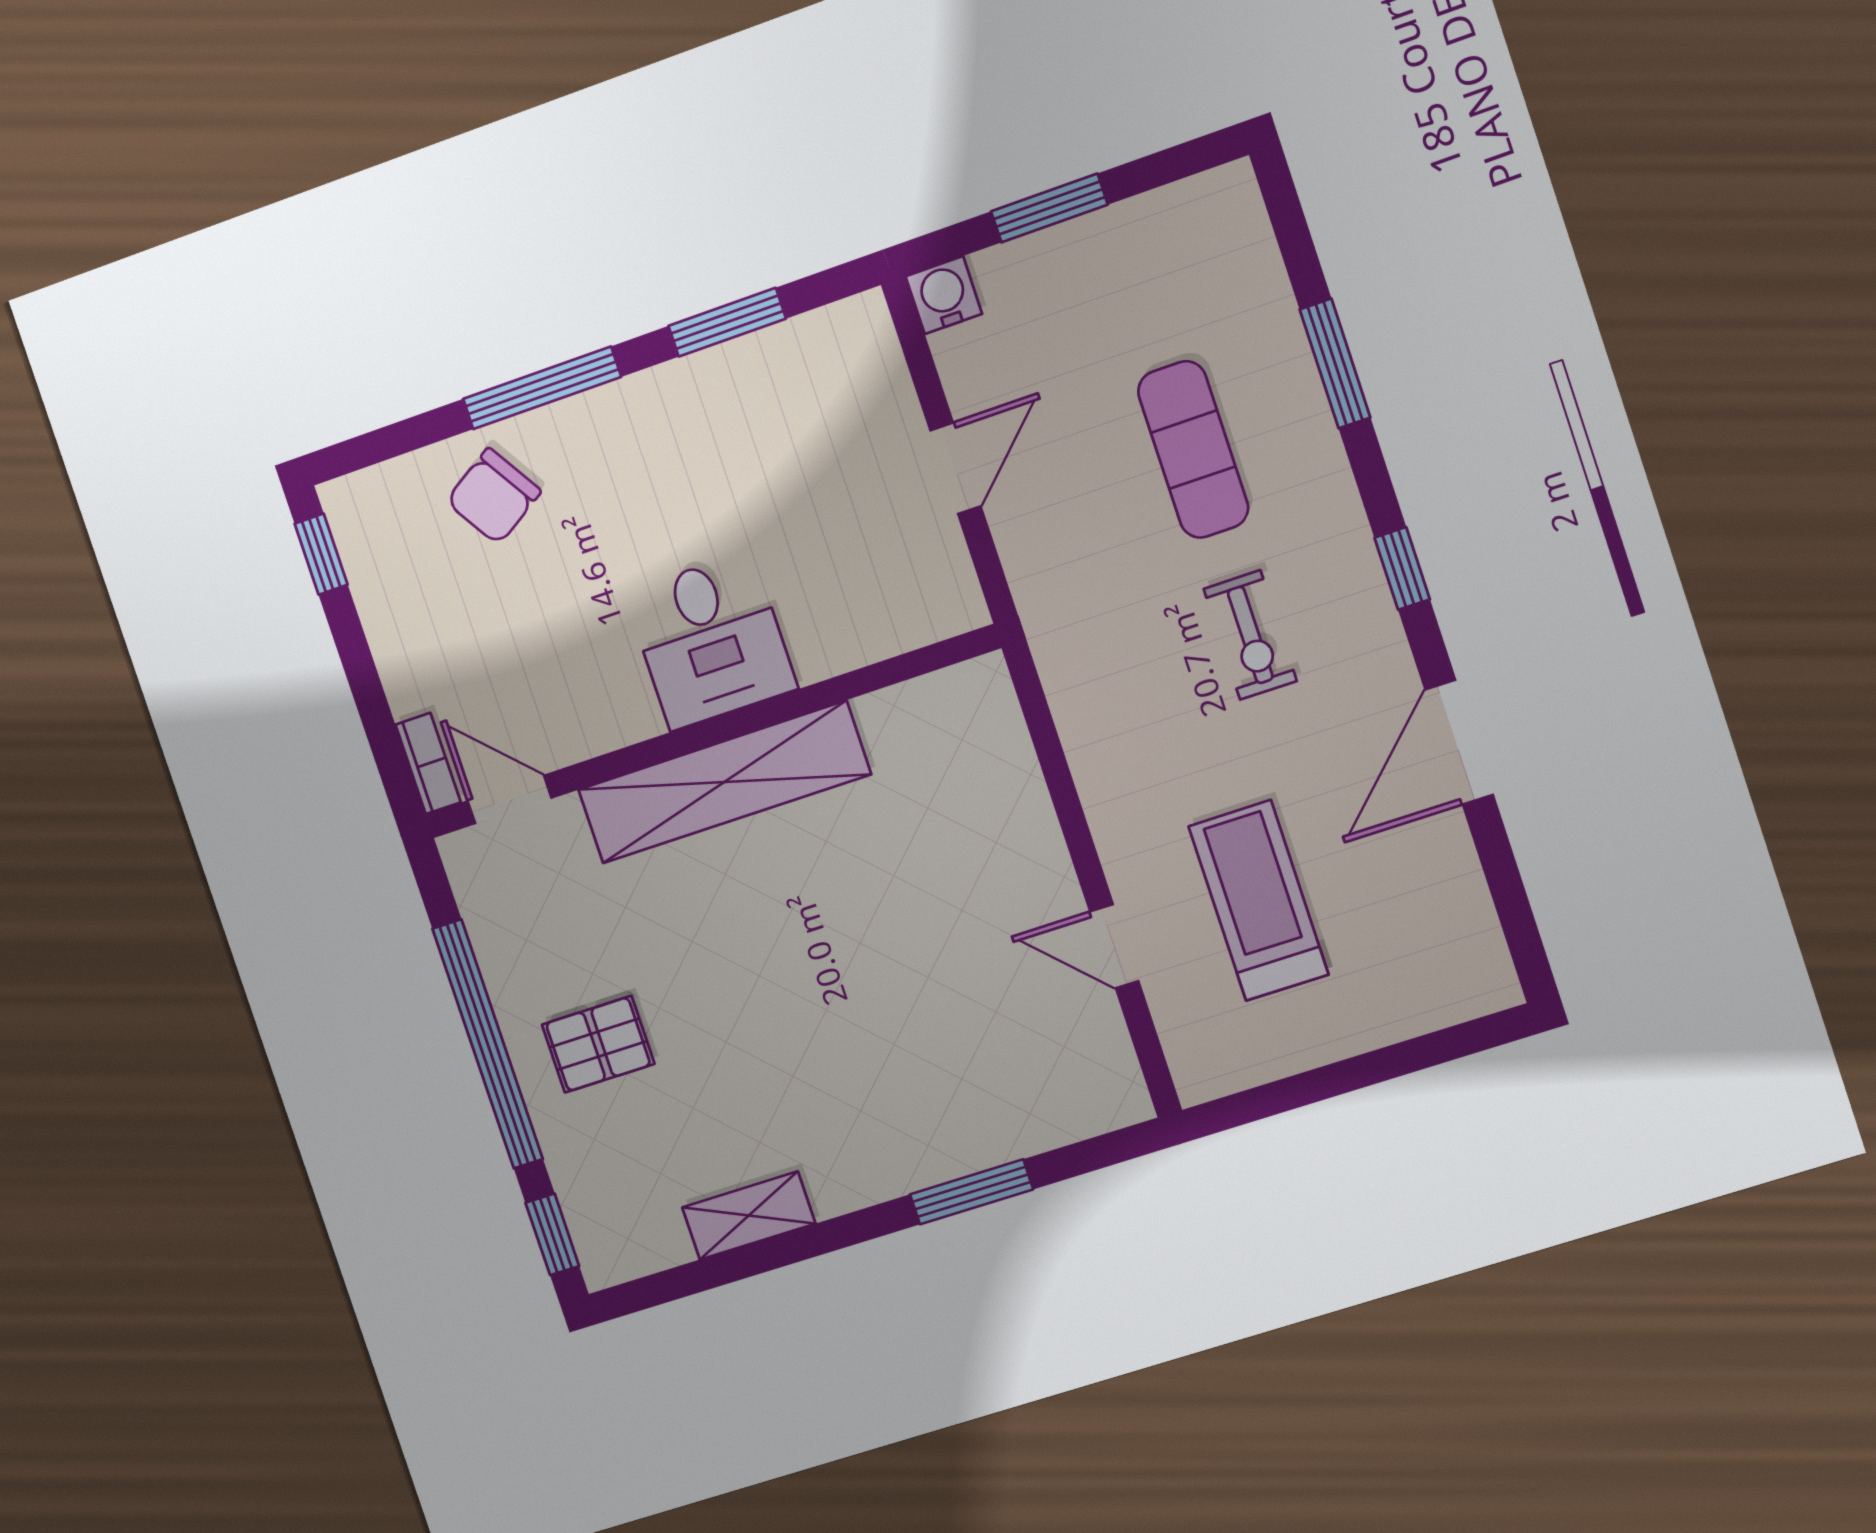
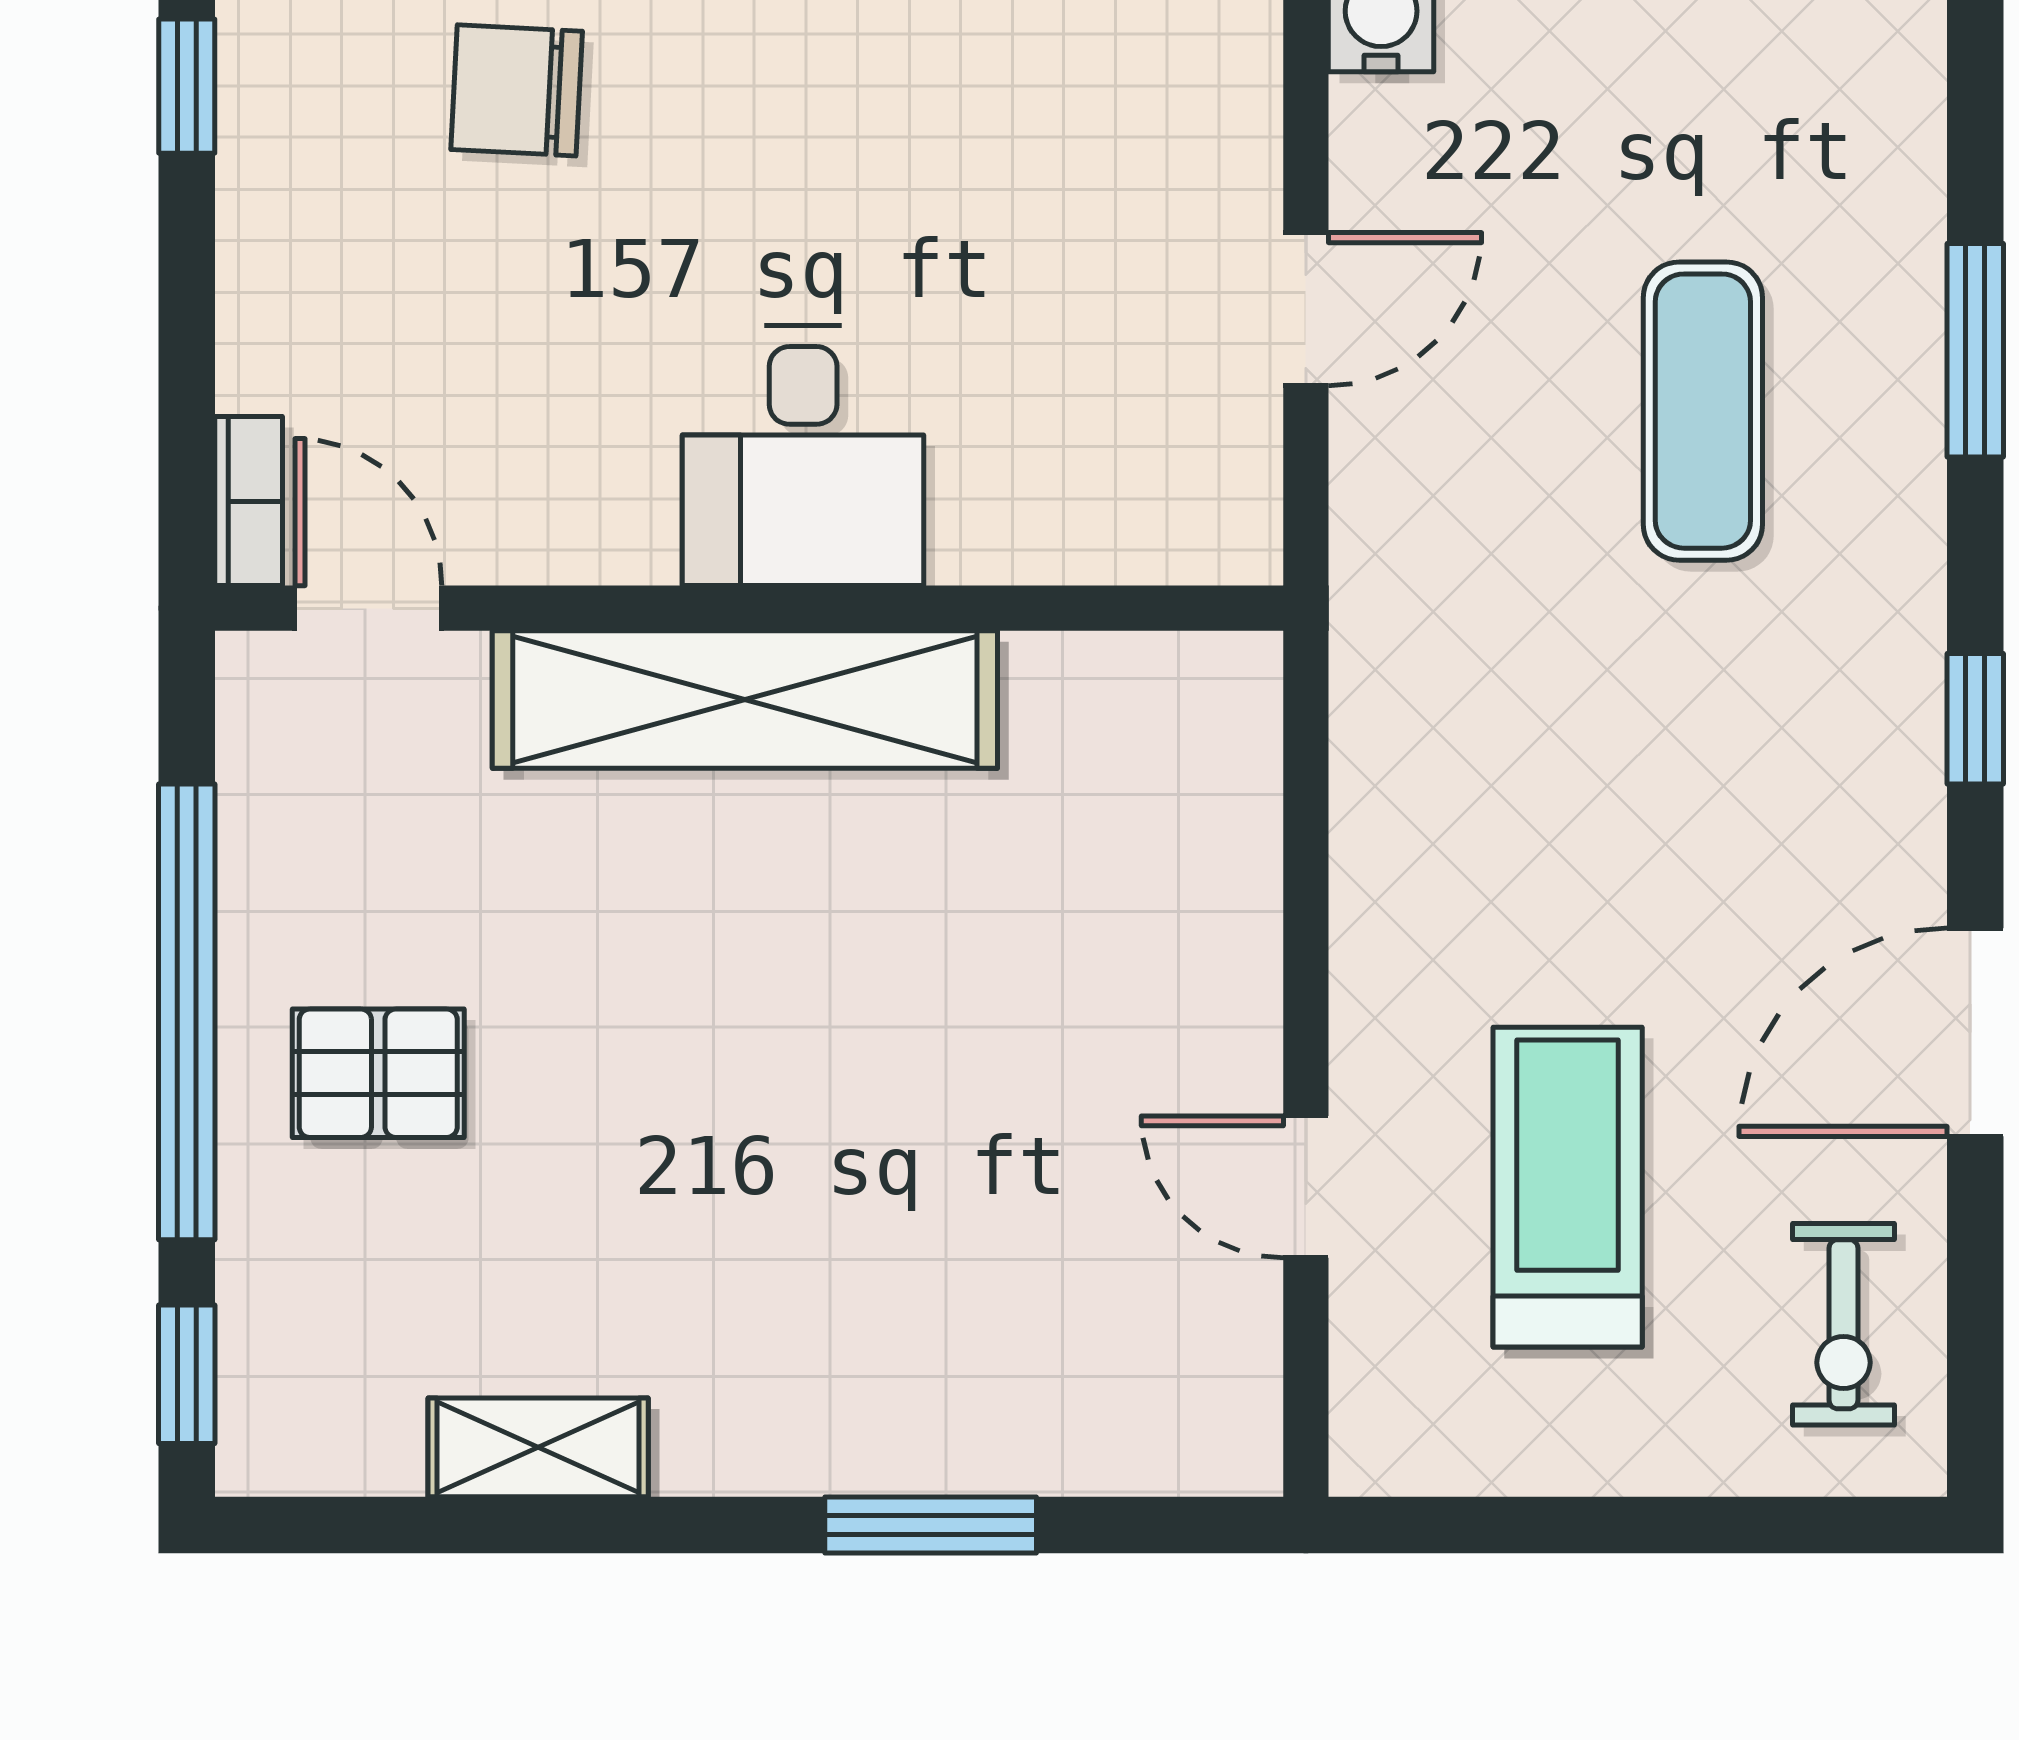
chair: (493, 496) -> (517, 90), turned 35
exercise bike: (1250, 635) -> (1843, 1324), moved

